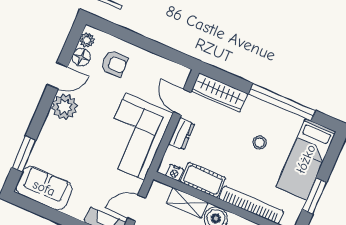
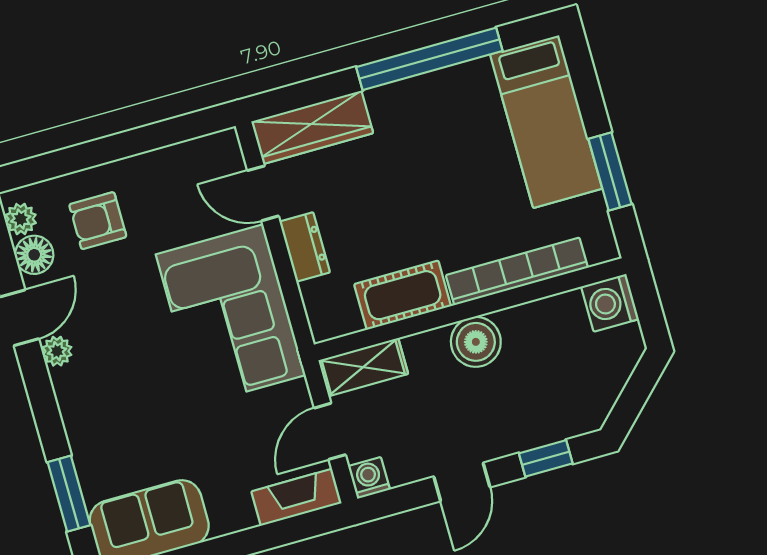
armchair: (114, 63) -> (98, 221), turned 180
plant: (64, 107) -> (57, 351), width x0.53, depth x0.53
stool: (260, 143) -> (446, 156), removed
nightstand: (175, 173) -> (345, 321), removed
shelving: (187, 203) -> (363, 367), moved

